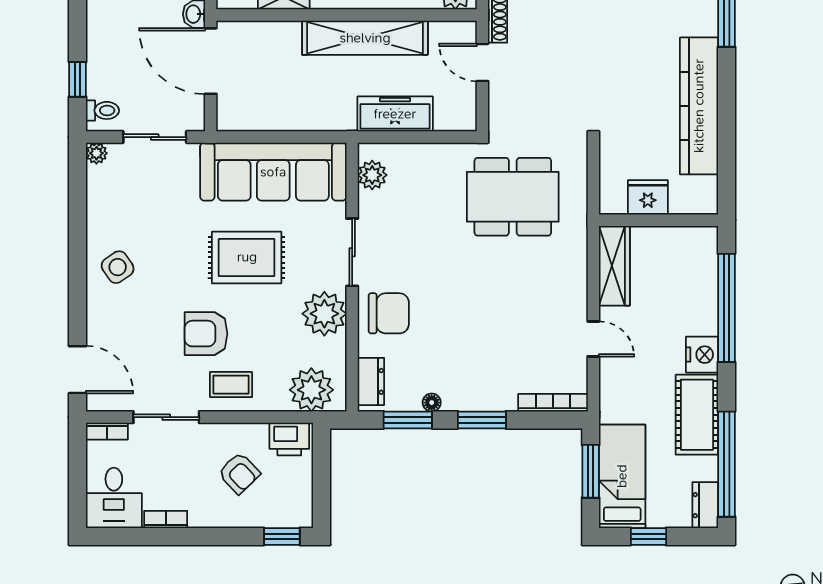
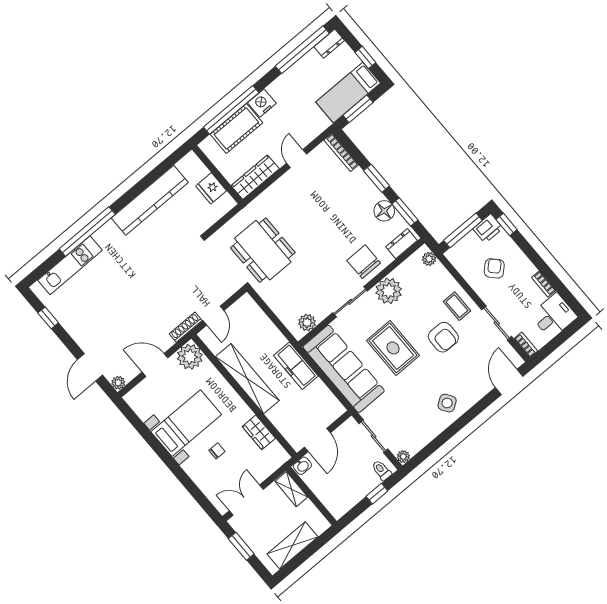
door: (211, 61) -> (317, 440), width x0.73
freezer: (395, 114) -> (296, 366), moved
plant: (311, 390) -> (429, 259), width x0.53, depth x0.53
floor lamp: (432, 403) -> (384, 211), width x1.89, depth x1.89
cot: (697, 415) -> (236, 129), moved
printer: (289, 439) -> (488, 228), moved, turned 90
window: (322, 474) -> (463, 230), added

